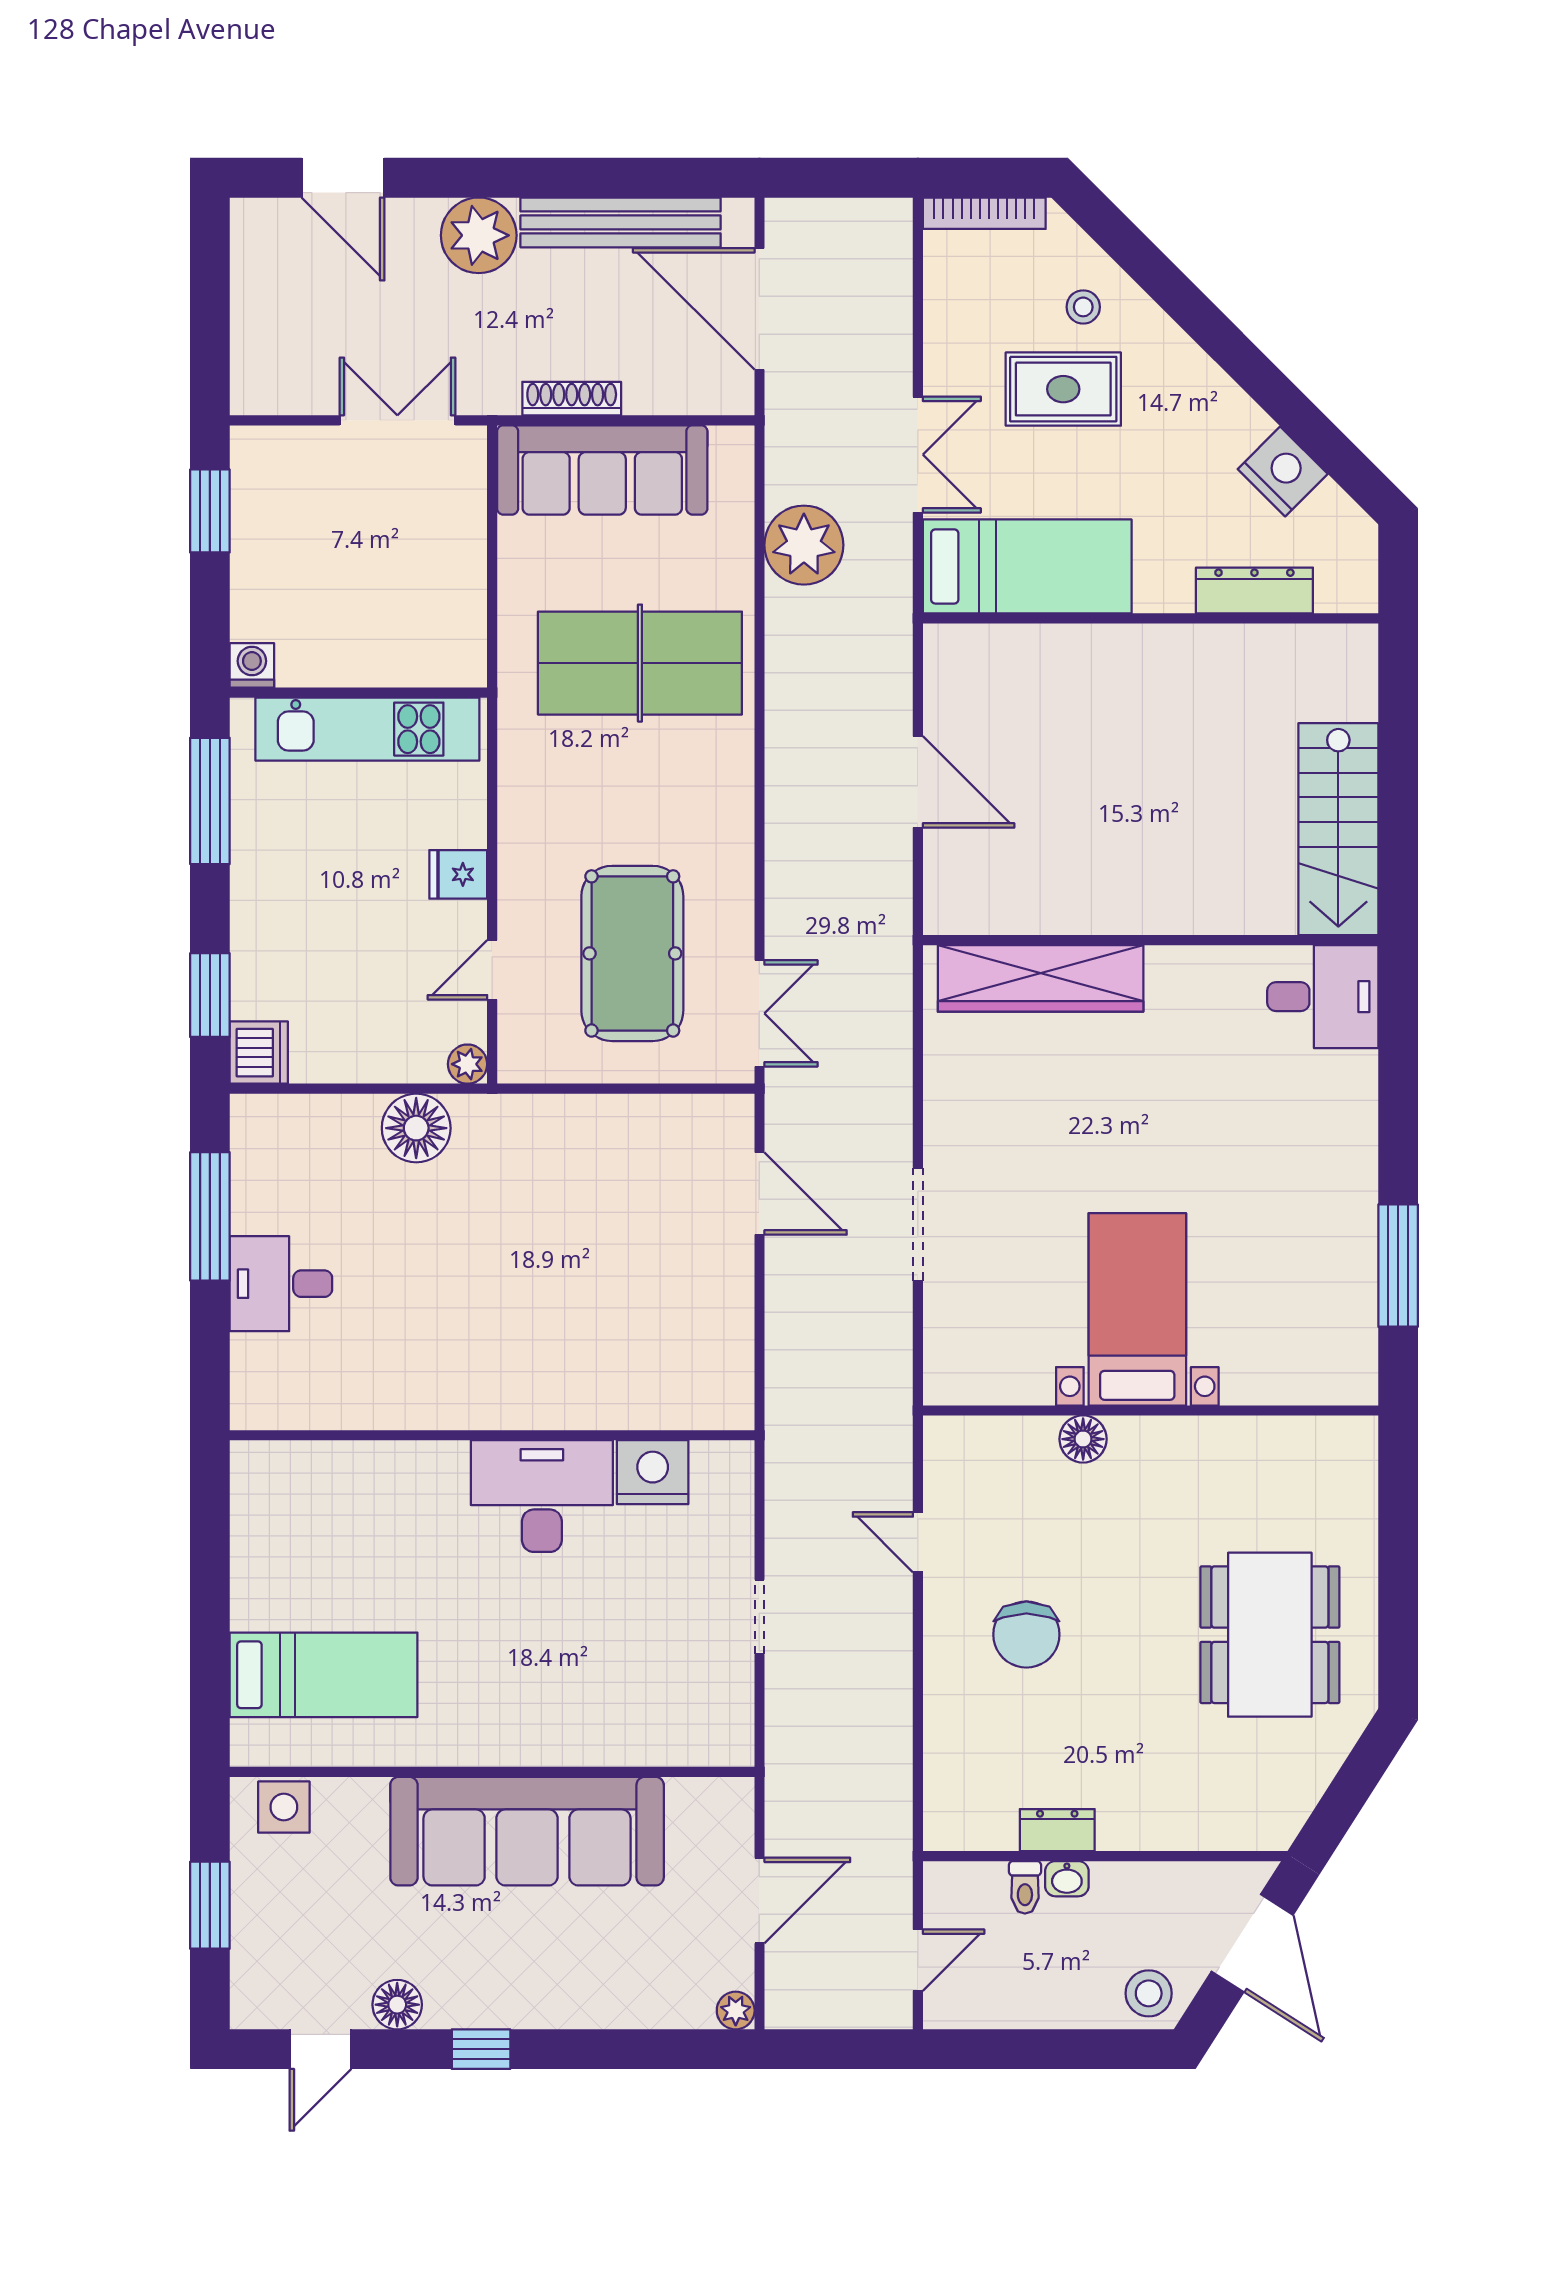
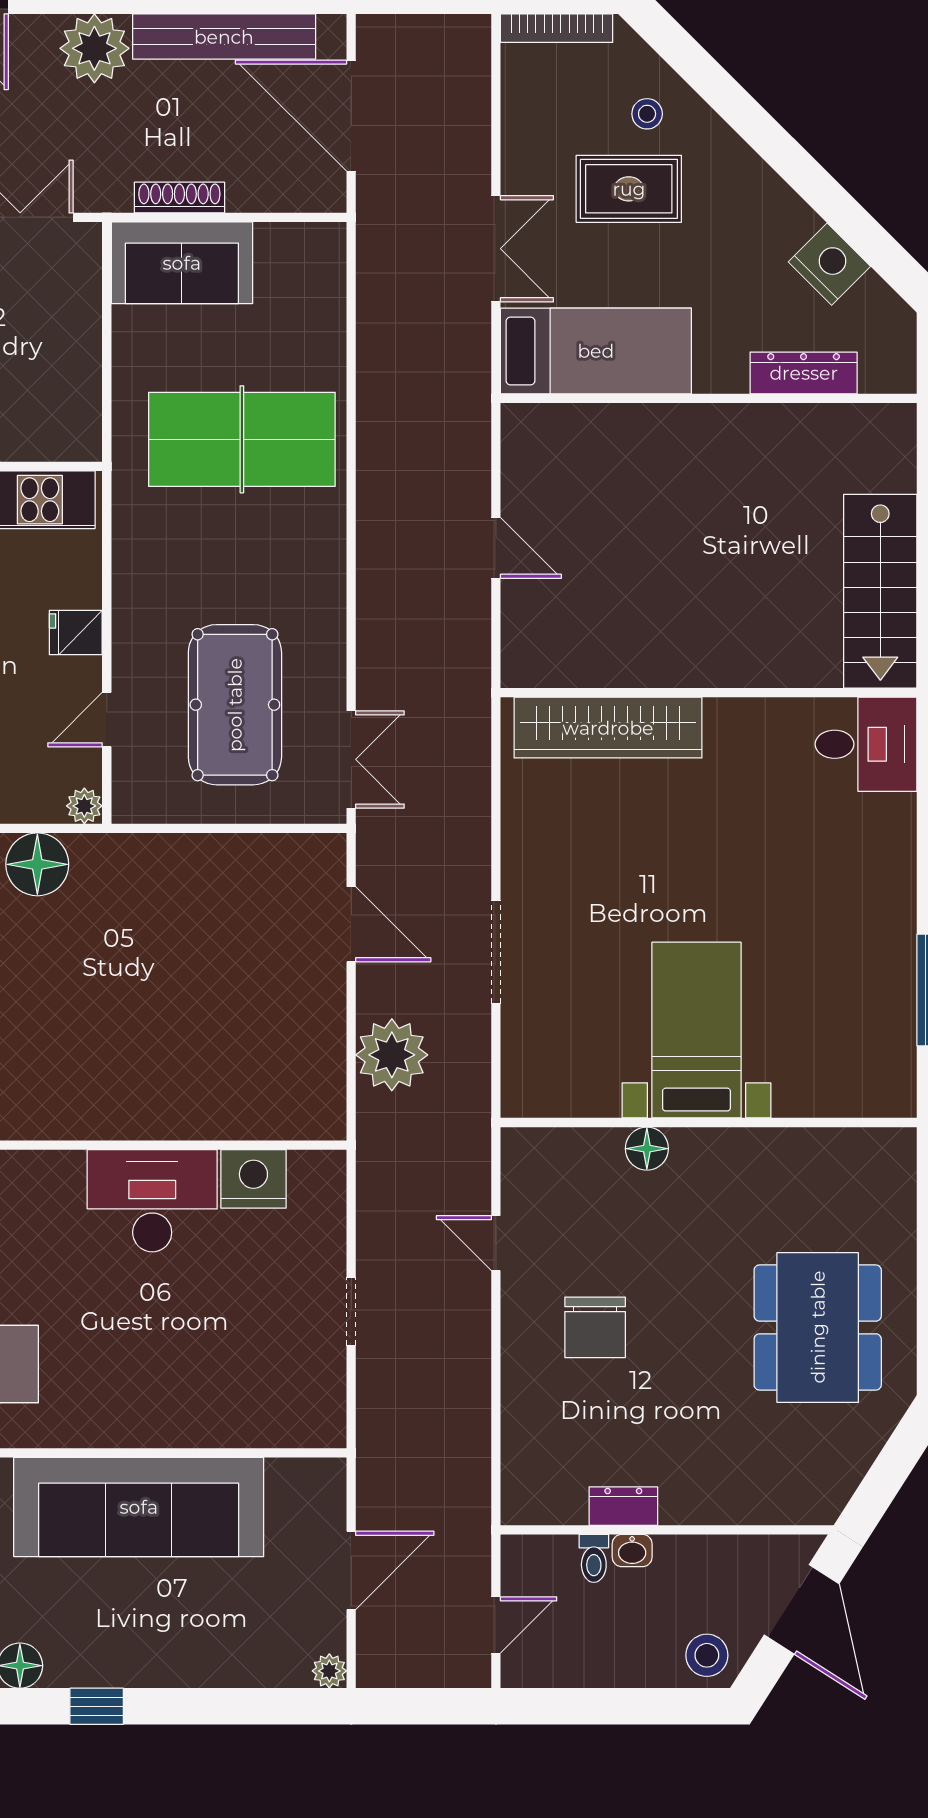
sofa: (602, 470) -> (182, 263), width x0.73
plant: (804, 545) -> (392, 1055), moved
door: (918, 782) -> (496, 548), width x0.73

